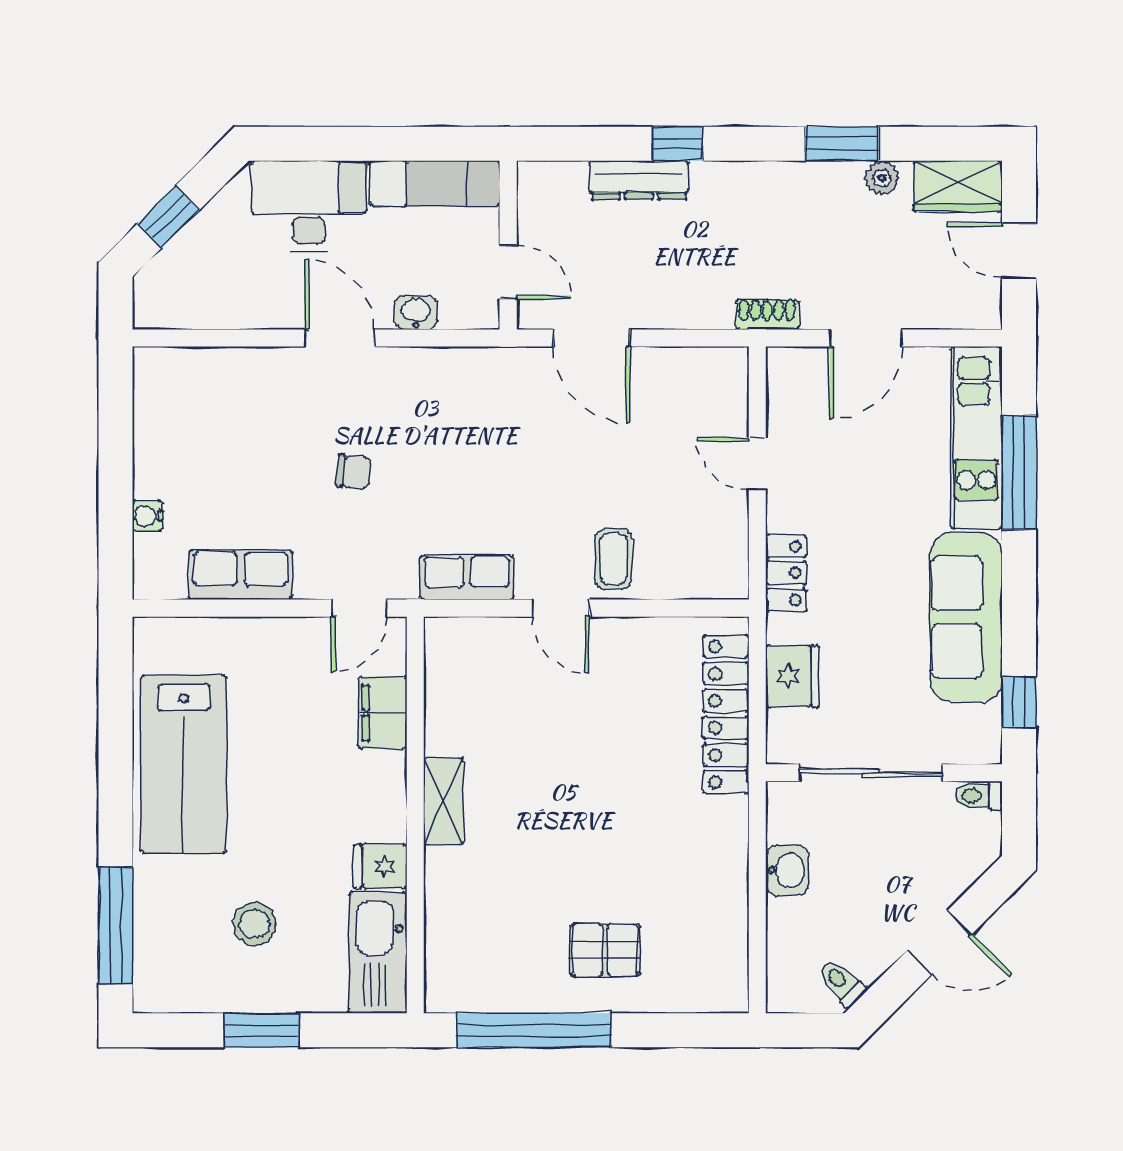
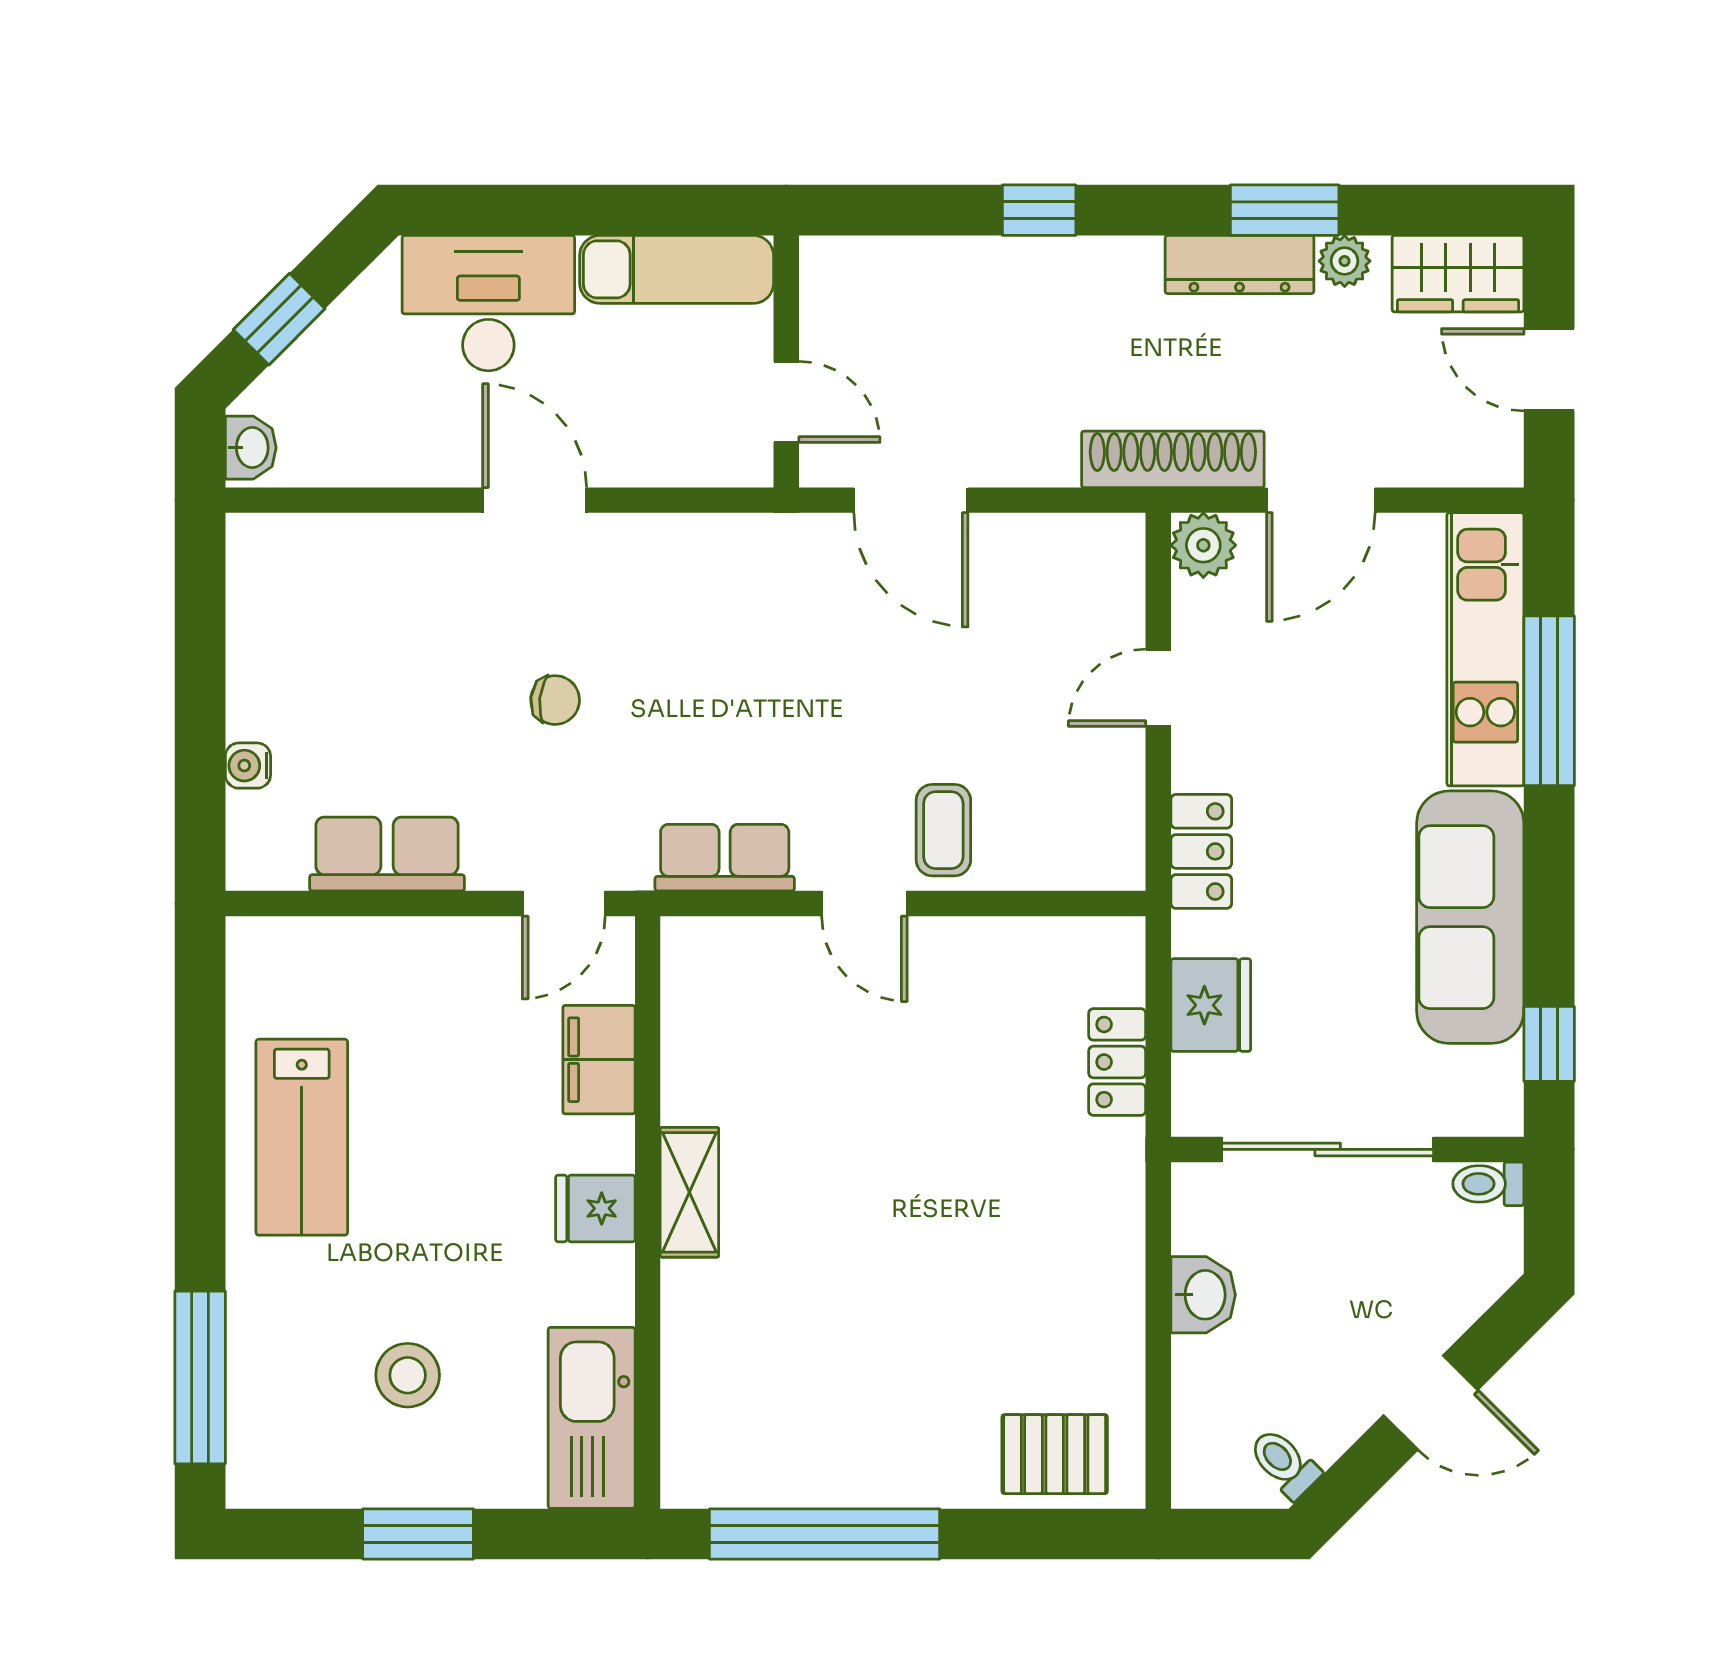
dresser: (639, 180) -> (1239, 264), moved
washbasin: (416, 312) -> (251, 448), moved, turned 90
shoe rack: (767, 314) -> (1173, 459), width x1.94, depth x1.24
plant: (787, 368) -> (1203, 545), added
door: (757, 464) -> (1158, 688), hinge flipped
locker: (726, 714) -> (1117, 1062), width x0.46, depth x0.83
lab bench: (184, 765) -> (302, 1137), width x0.73, depth x0.72
fridge: (380, 866) -> (595, 1208), moved
pallet: (605, 950) -> (1055, 1454), moved

